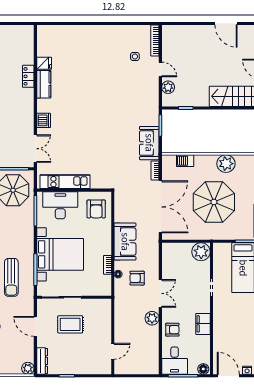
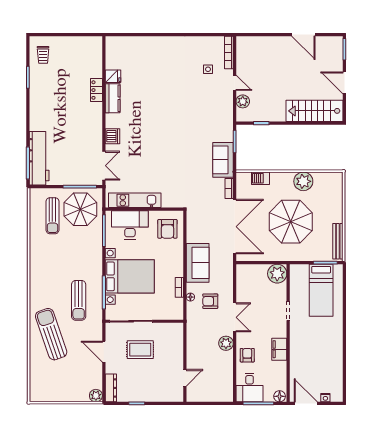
armchair: (172, 330) -> (247, 355), turned -90

